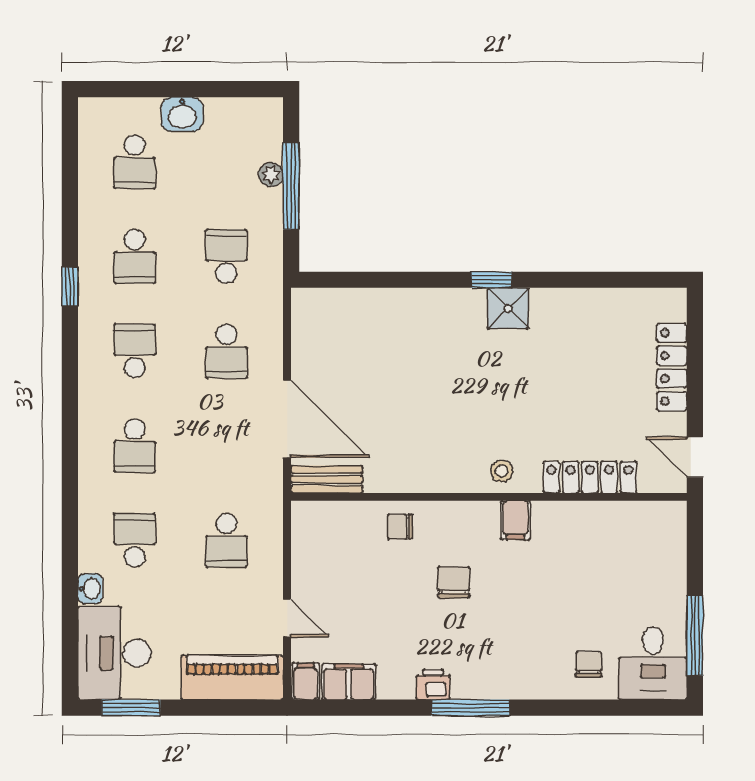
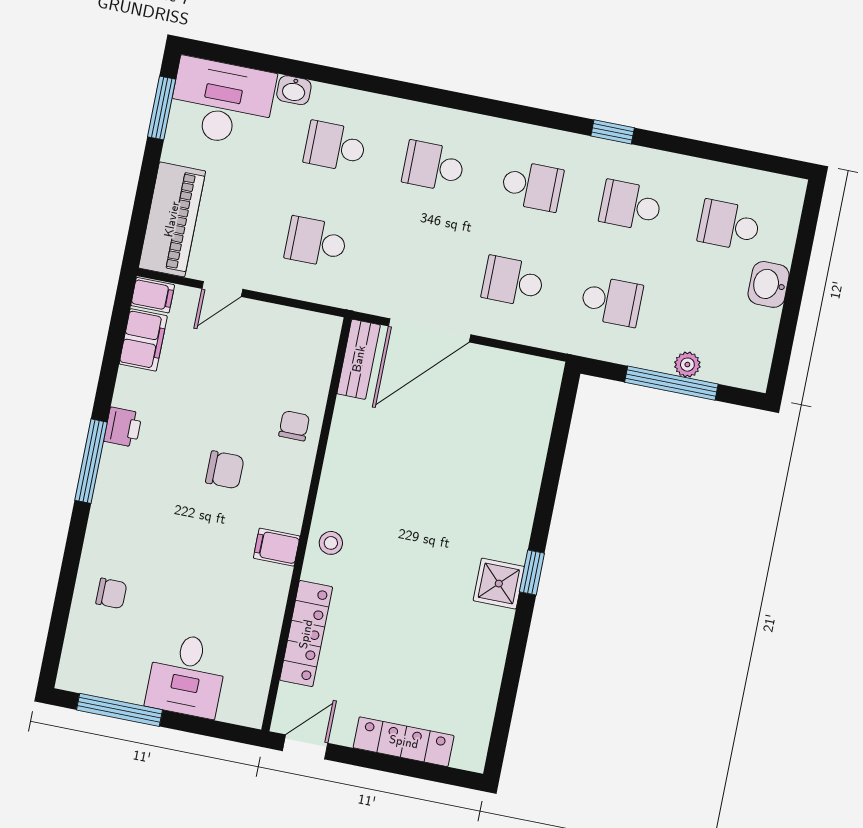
school desk: (135, 540) -> (335, 146), turned 180
desk: (653, 663) -> (187, 675), moved, turned -90

